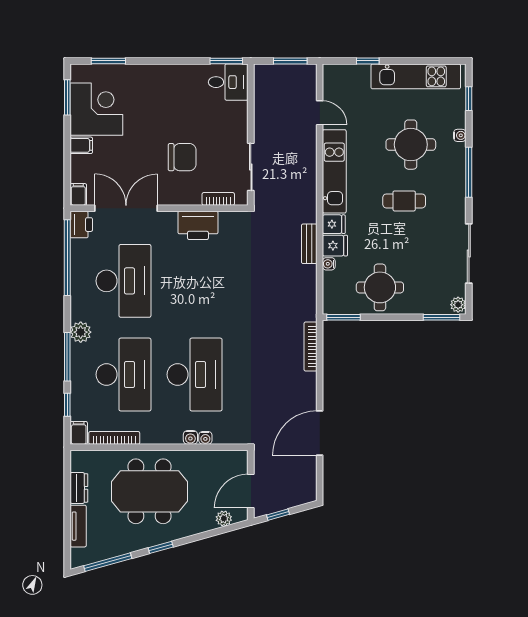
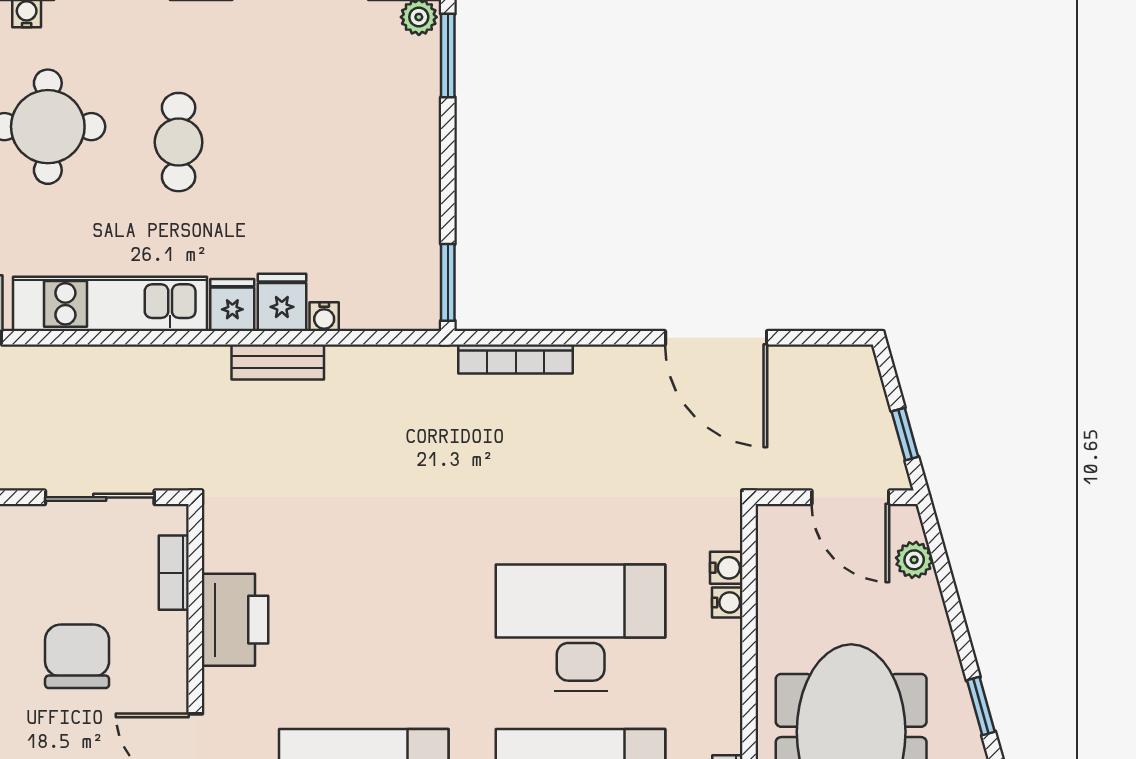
round table: (380, 287) -> (379, 198), removed
water cooler: (190, 437) -> (726, 568), moved

